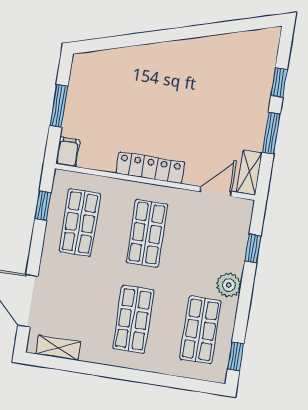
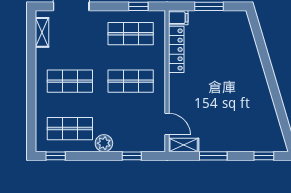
window: (279, 83) -> (264, 156), moved
locker: (150, 168) -> (176, 49), moved

